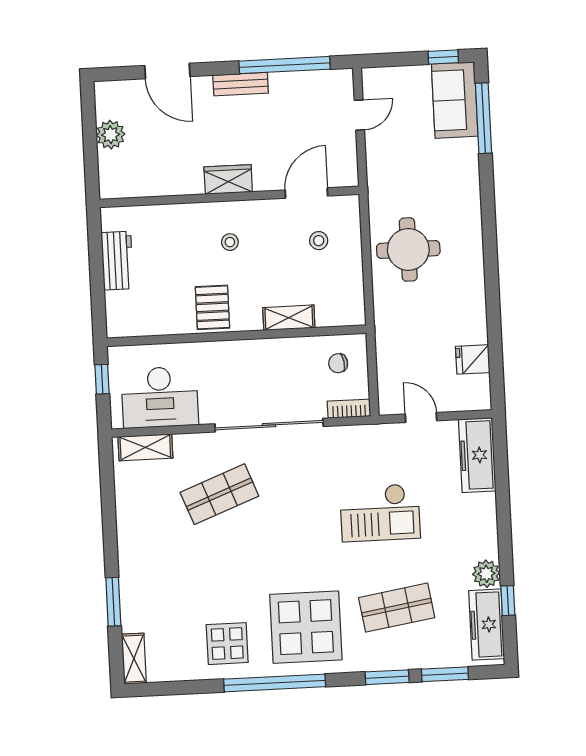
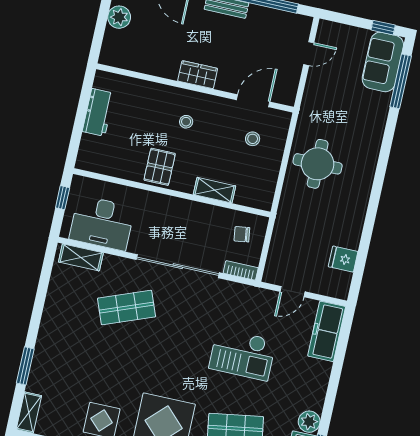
door: (421, 417) -> (293, 292), swing flipped

